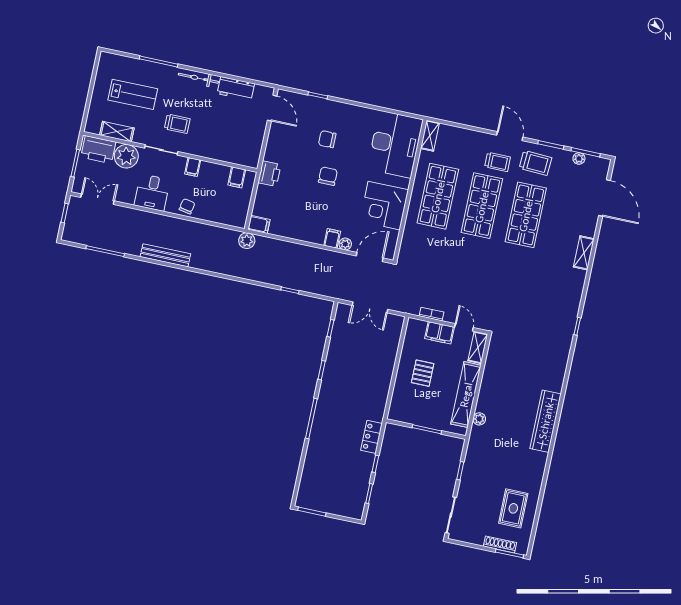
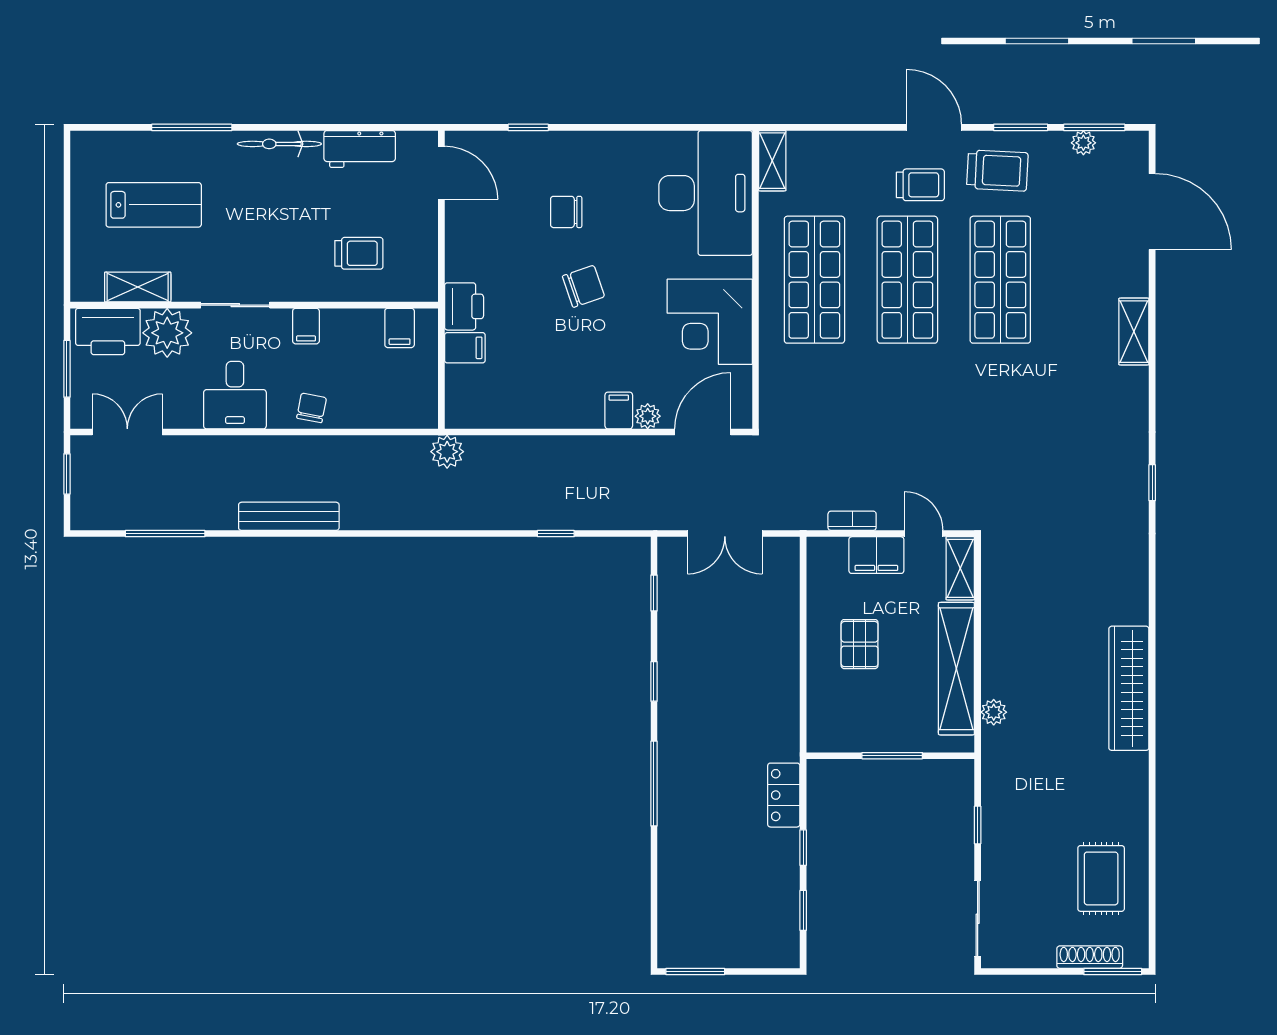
trolley: (177, 124) -> (359, 253), moved
chair: (328, 176) -> (583, 286), turned 71
filing cabinet: (259, 224) -> (465, 348), moved

